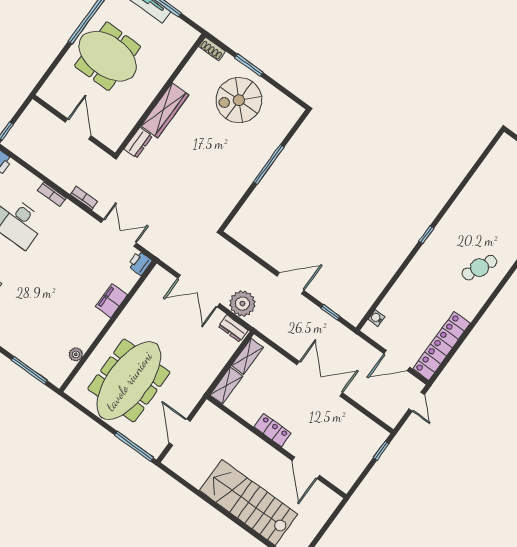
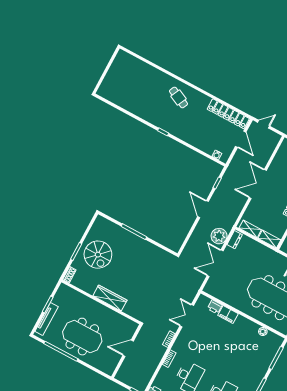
meeting table: (108, 56) -> (82, 337), turned 90
dresser: (138, 143) -> (131, 311), removed
printer: (140, 263) -> (215, 307), moved
double door: (199, 291) -> (215, 263), swing flipped

